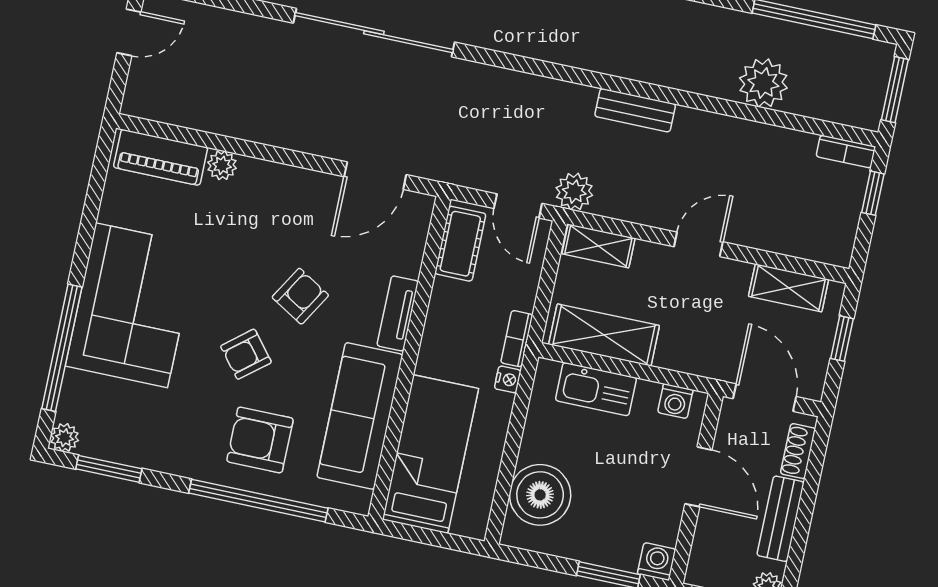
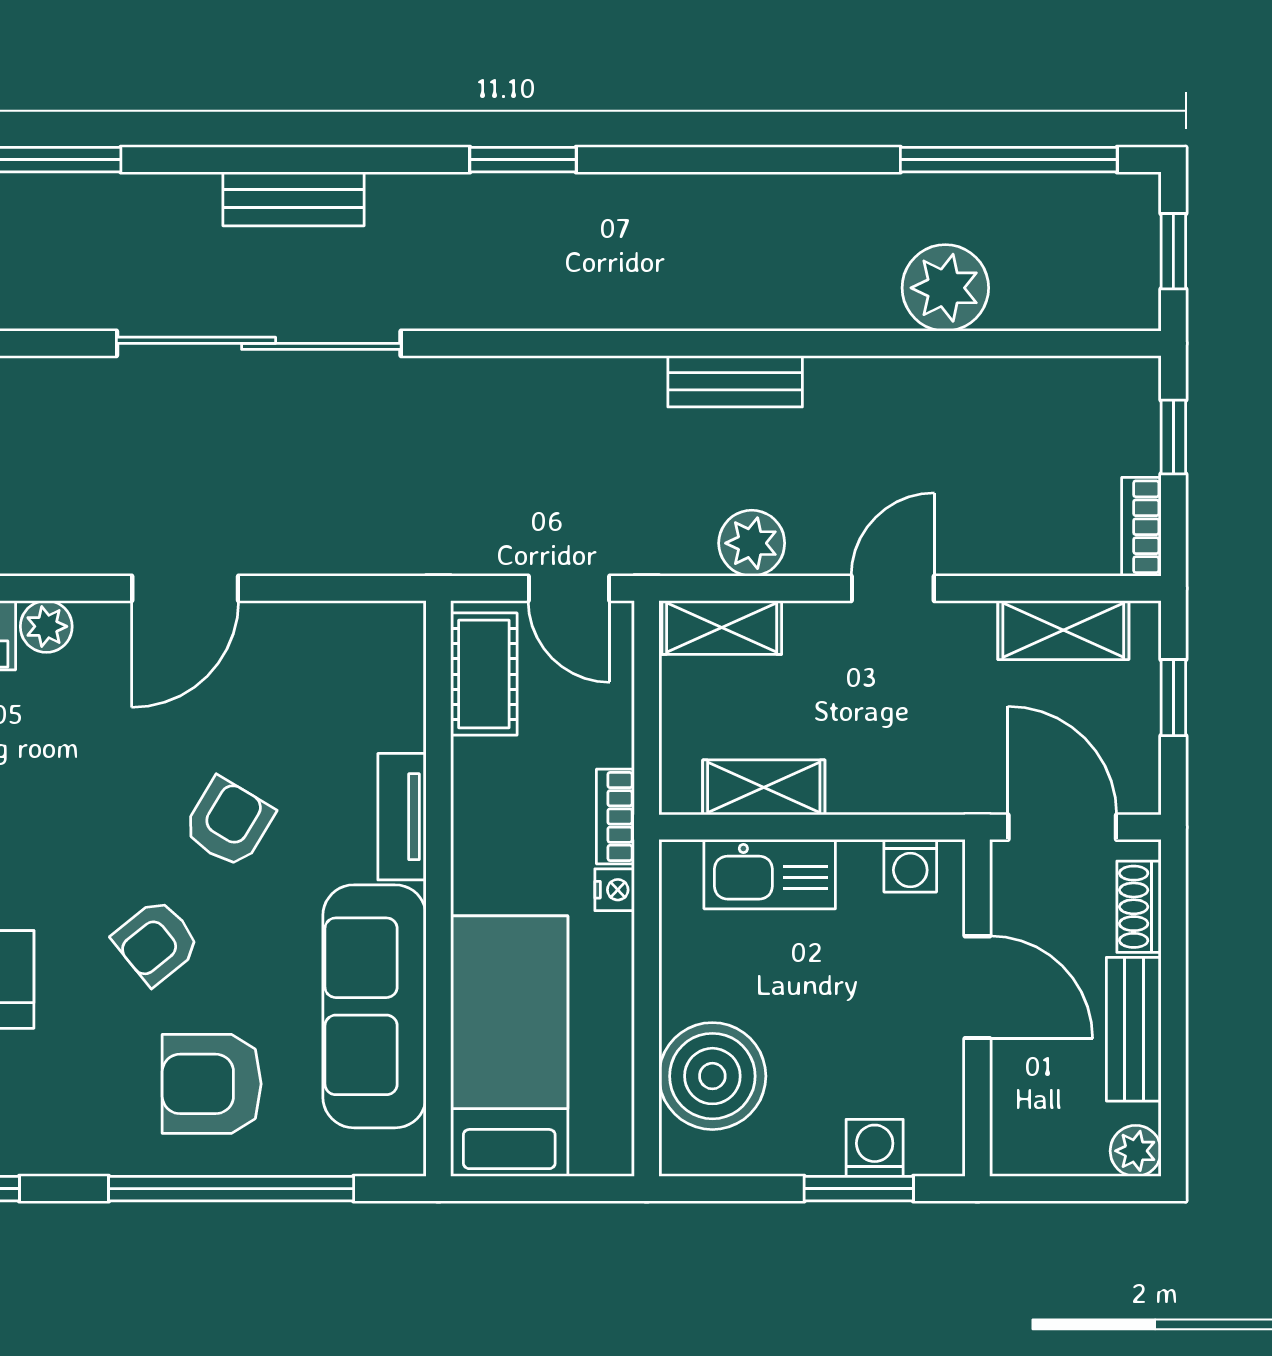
window: (895, 90) -> (1173, 251), width x0.67
bookcase: (846, 152) -> (1141, 527), moved, turned 90
door: (375, 176) -> (185, 588), moved
plant: (574, 192) -> (752, 543), moved
shelving: (604, 335) -> (764, 787), width x0.67, depth x0.75
washing machine: (657, 561) -> (875, 1148), moved

